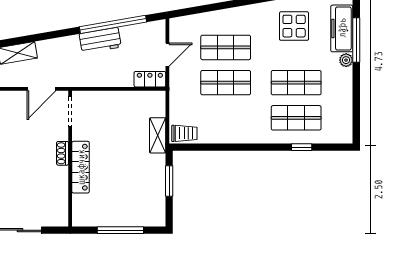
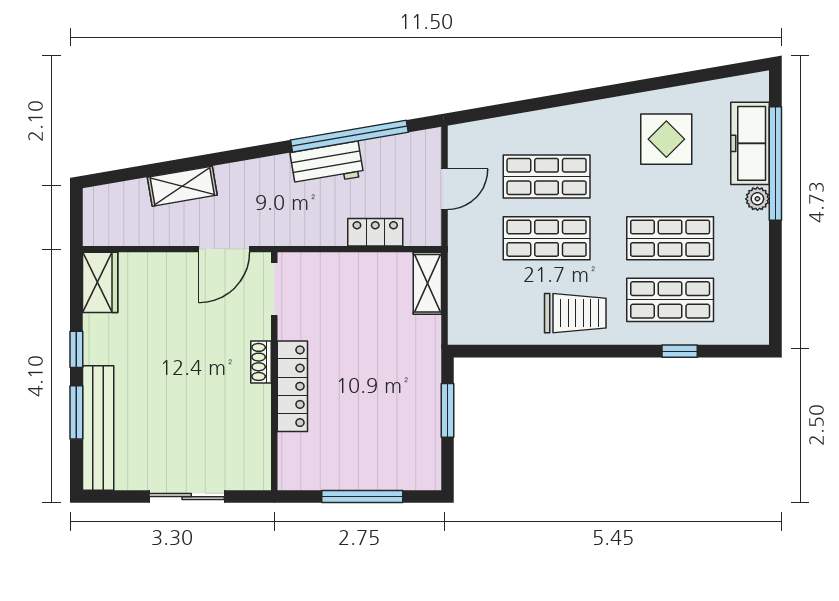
window: (356, 40) -> (775, 163), width x1.46
locker: (150, 79) -> (375, 232), moved
trolley: (184, 133) -> (575, 313), moved, width x1.36, depth x1.39
shelving: (158, 135) -> (427, 283), moved

